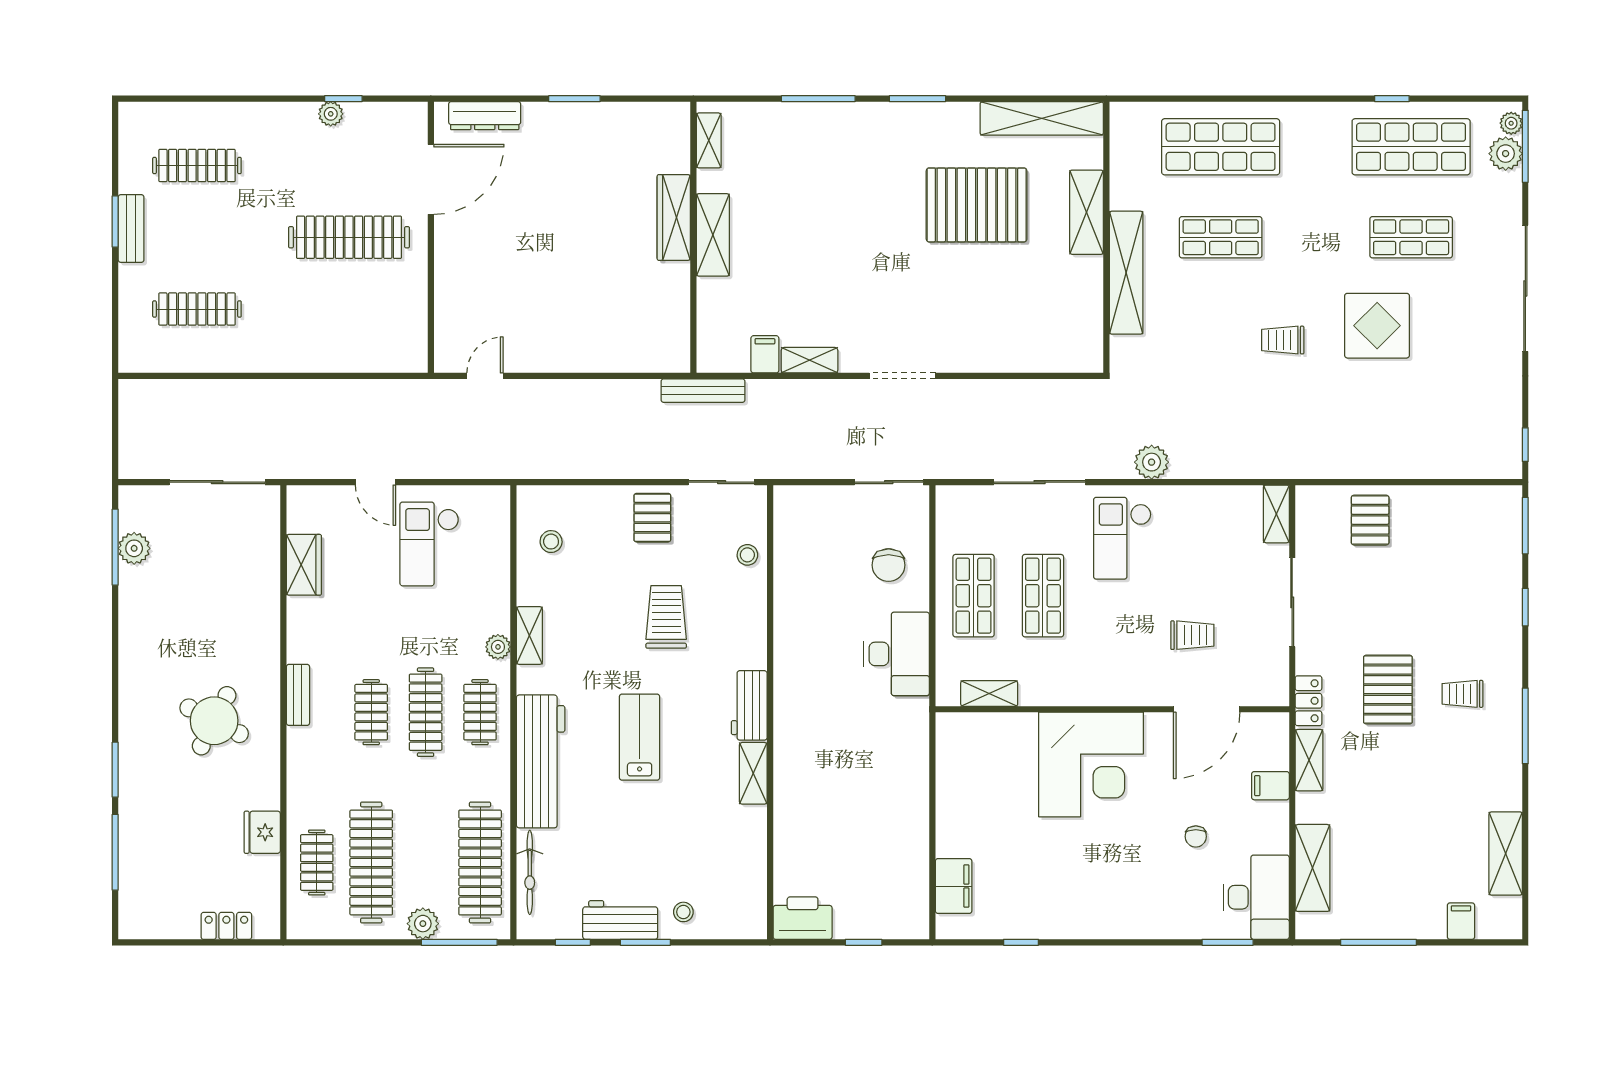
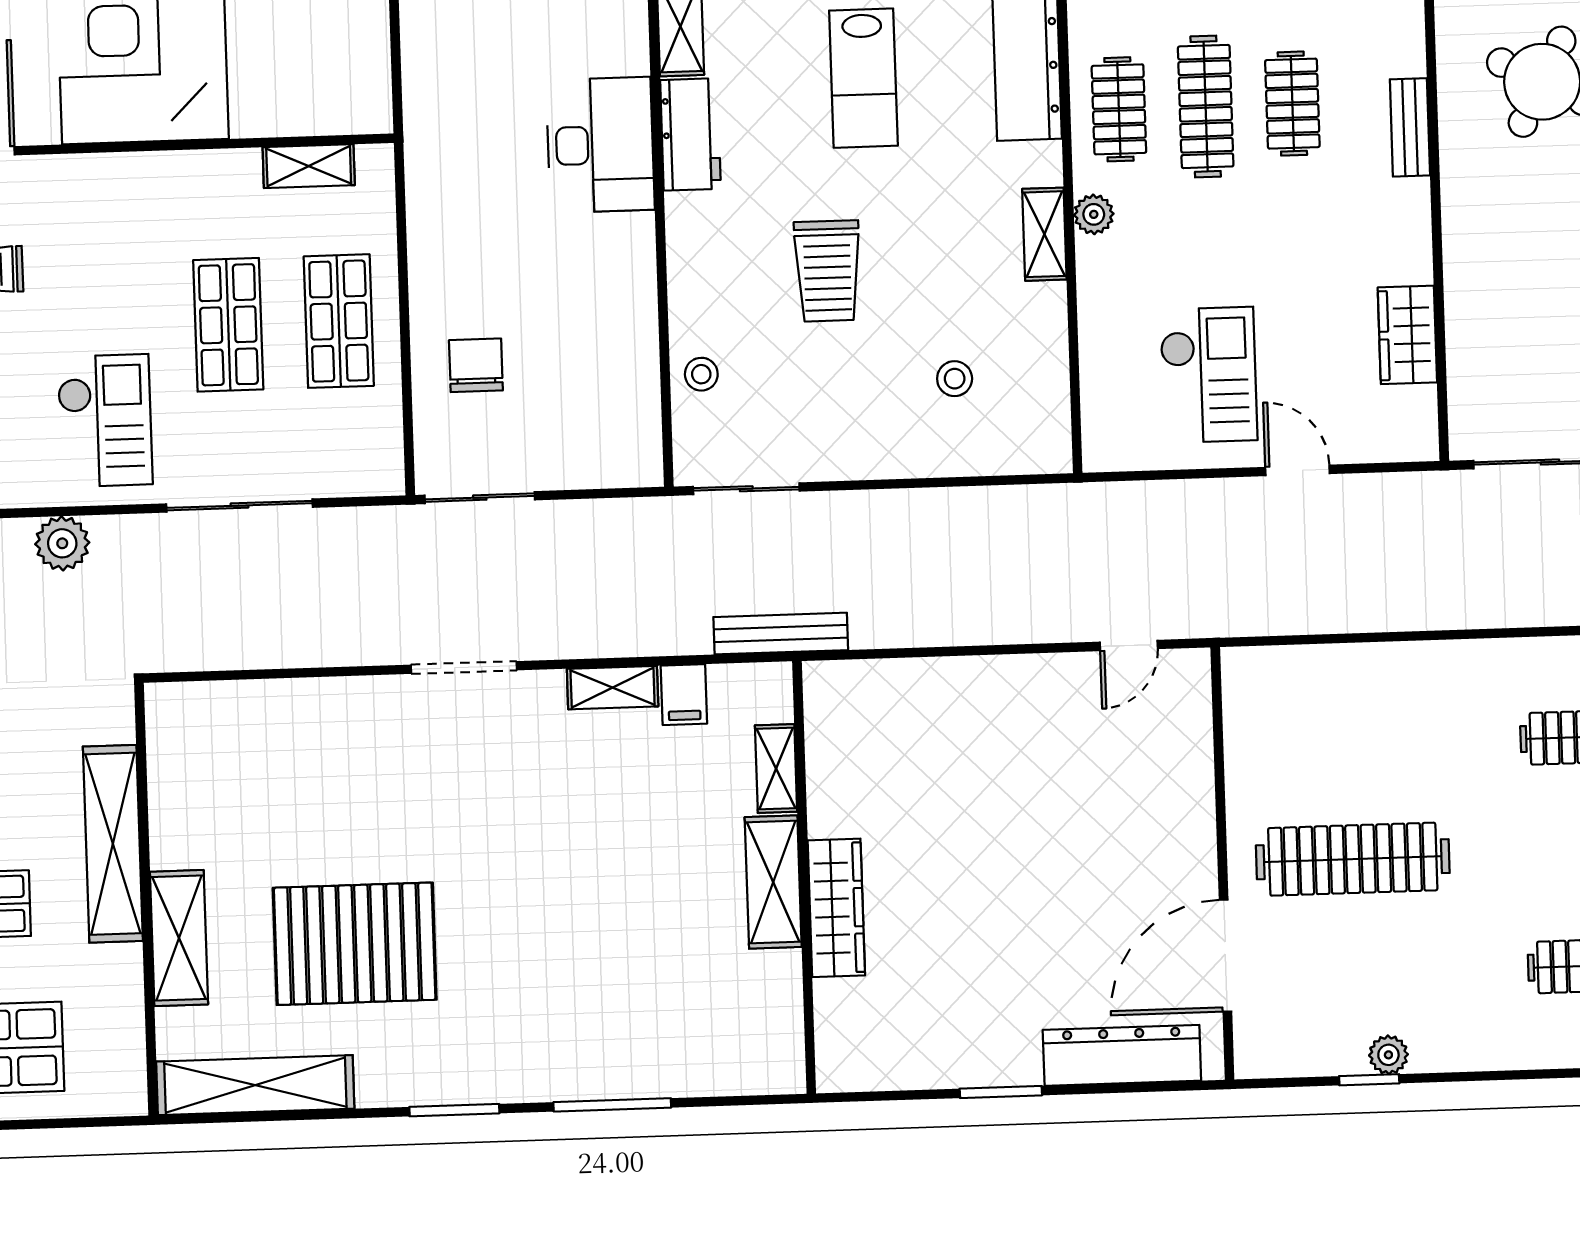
dresser: (485, 116) -> (1122, 1055), width x1.37, depth x1.24
shelving: (709, 140) -> (776, 769), moved
pallet: (652, 518) -> (855, 428), removed
stool: (551, 542) -> (955, 379), moved
desk: (897, 654) -> (600, 145), moved, turned 180

